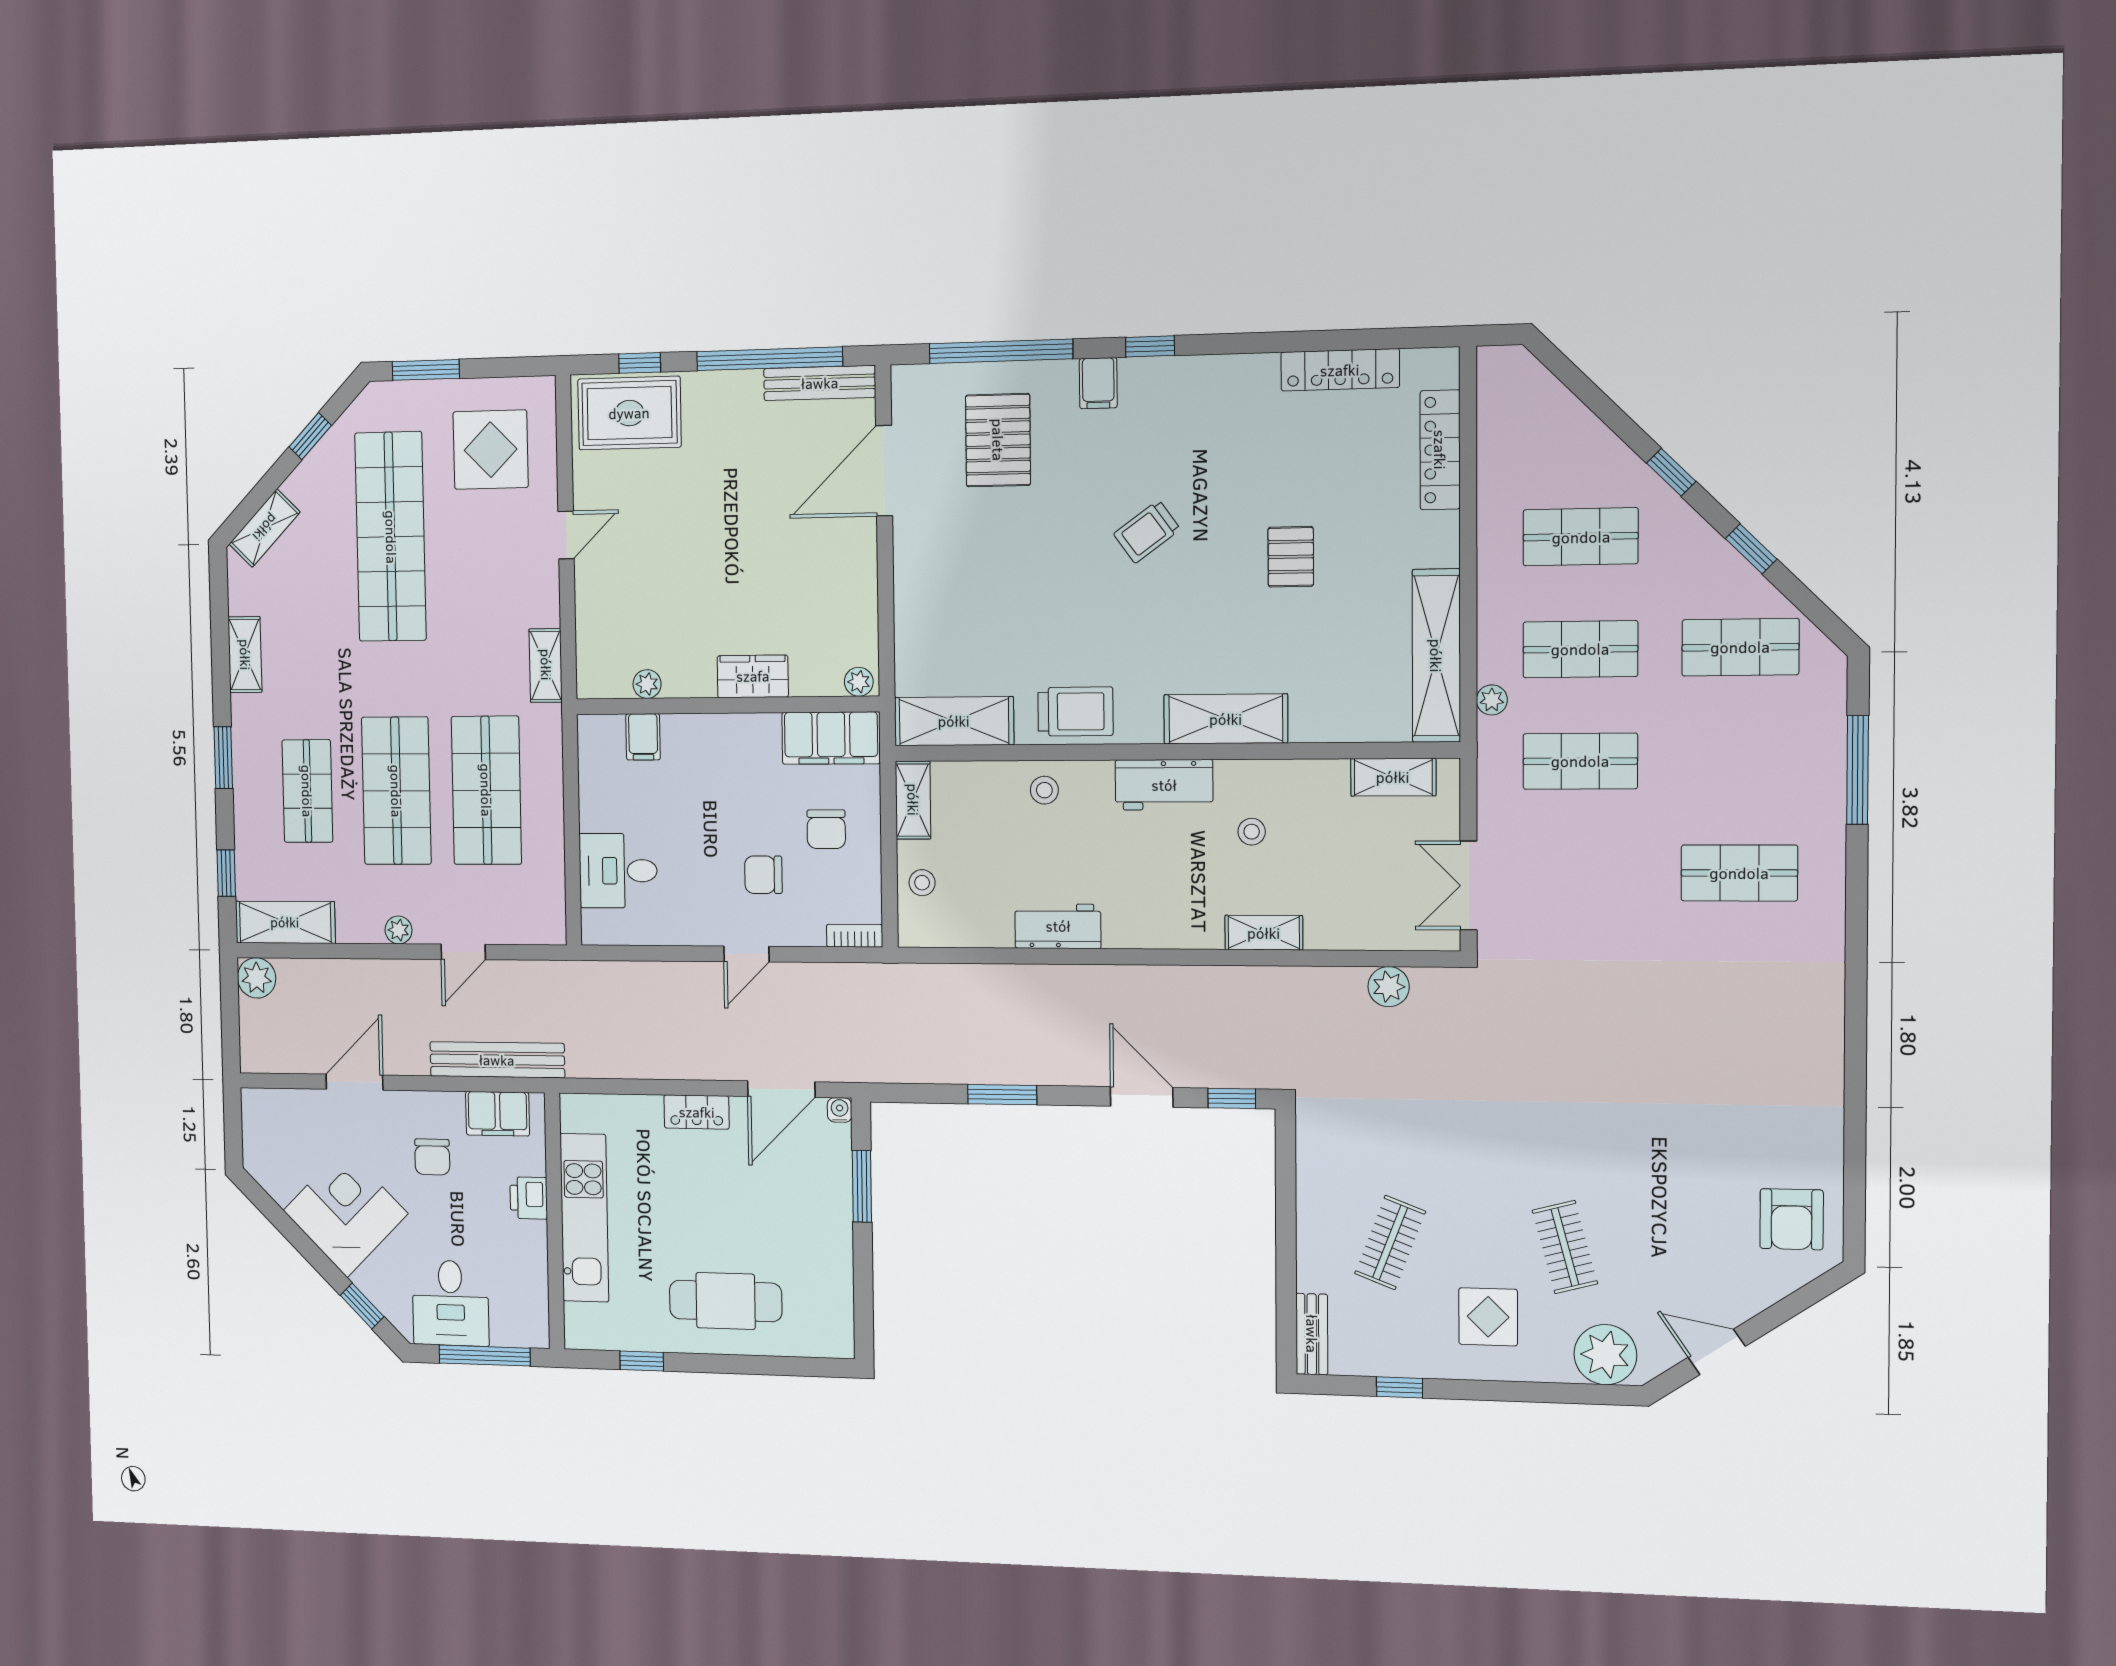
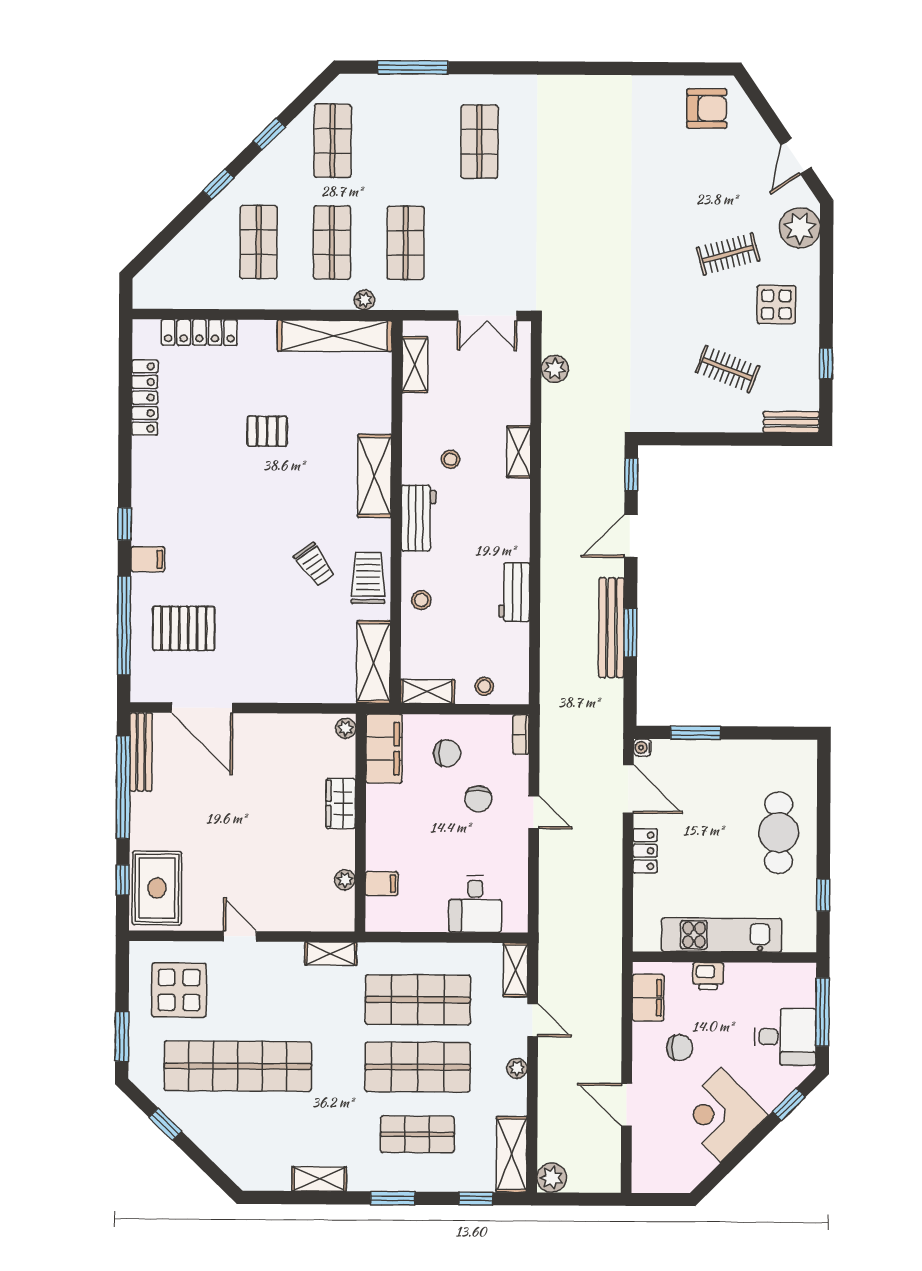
shelving: (265, 528) -> (515, 970), moved, turned 46
trolley: (1147, 532) -> (315, 565), moved
bench: (497, 1060) -> (611, 628), moved

